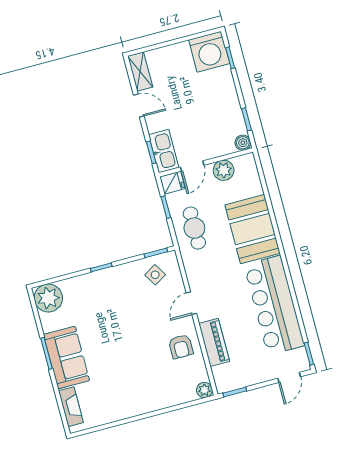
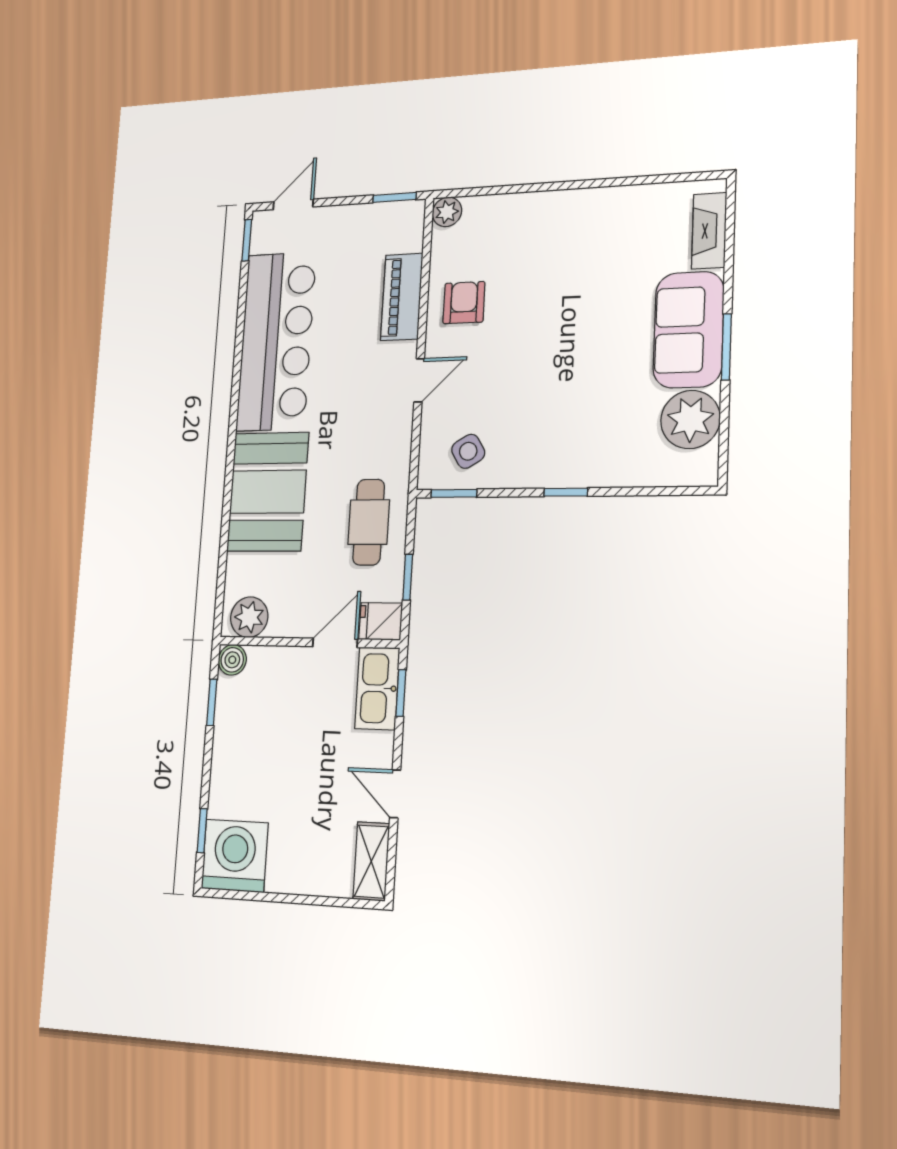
plant: (224, 170) -> (249, 617), moved
plant: (48, 298) -> (690, 419), moved

